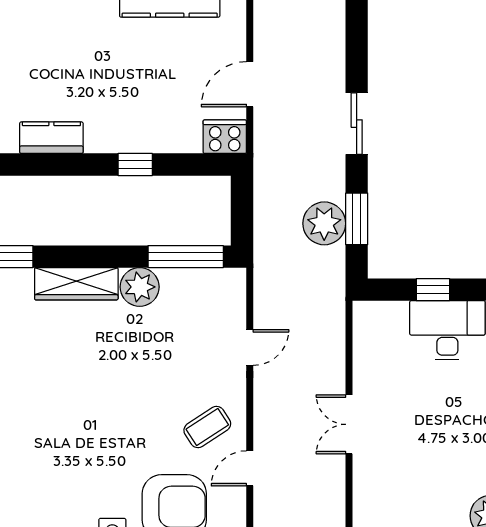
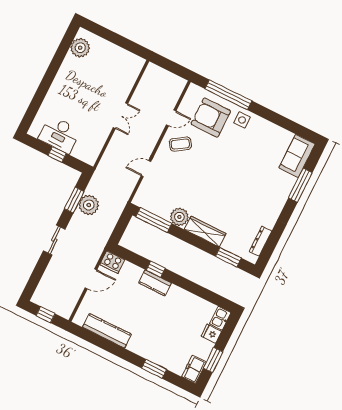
kitchen counter: (51, 138) -> (155, 283), moved

